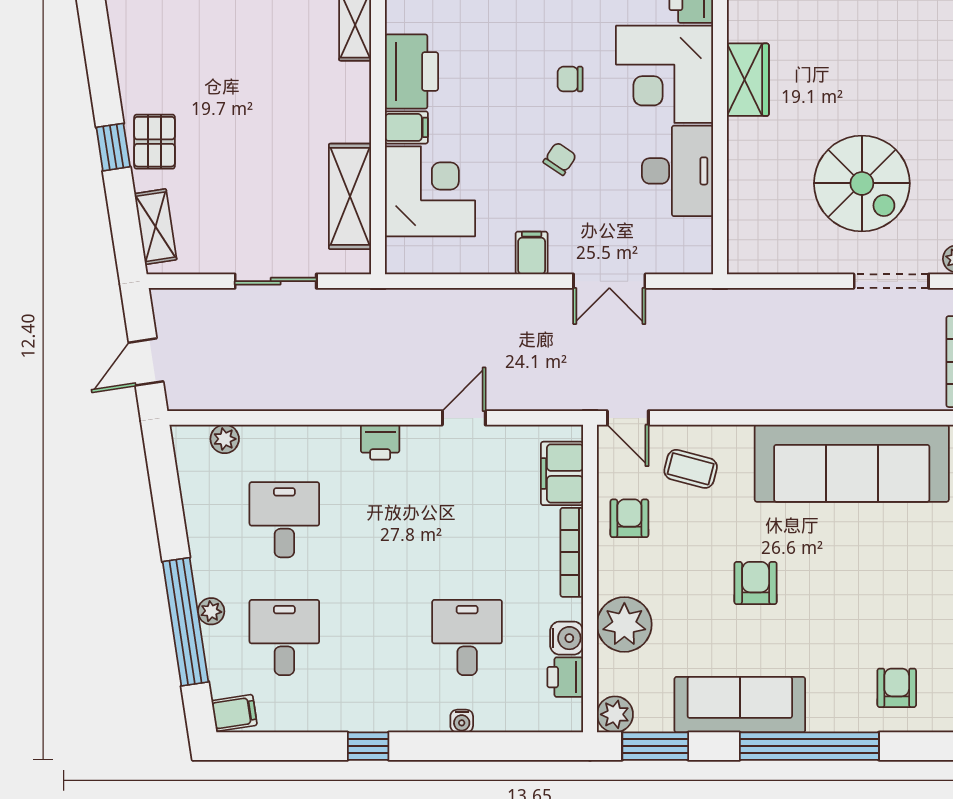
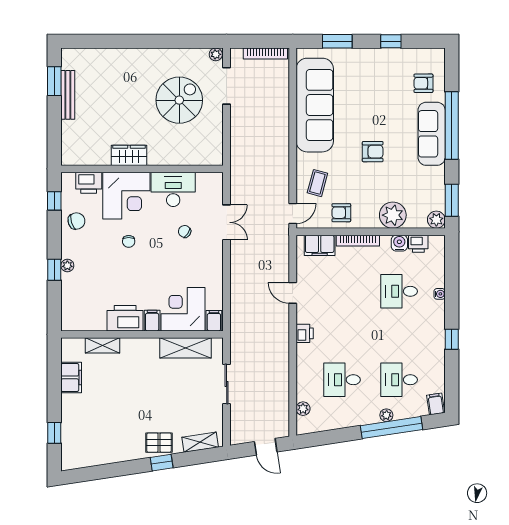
chair: (560, 159) -> (185, 231), moved
filing cabinet: (532, 253) -> (214, 321), moved, turned 90
armchair: (756, 583) -> (373, 152), turned 180
sofa: (740, 705) -> (432, 134), moved

